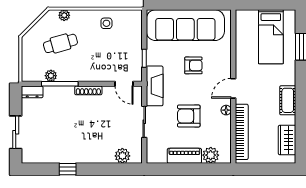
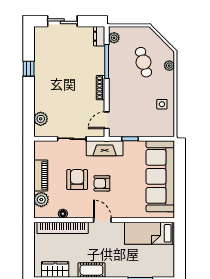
bed: (271, 37) -> (150, 233), moved
armchair: (193, 65) -> (102, 183), moved, turned 90
plant: (51, 76) -> (114, 38), moved
floor lamp: (226, 110) -> (63, 214), moved

